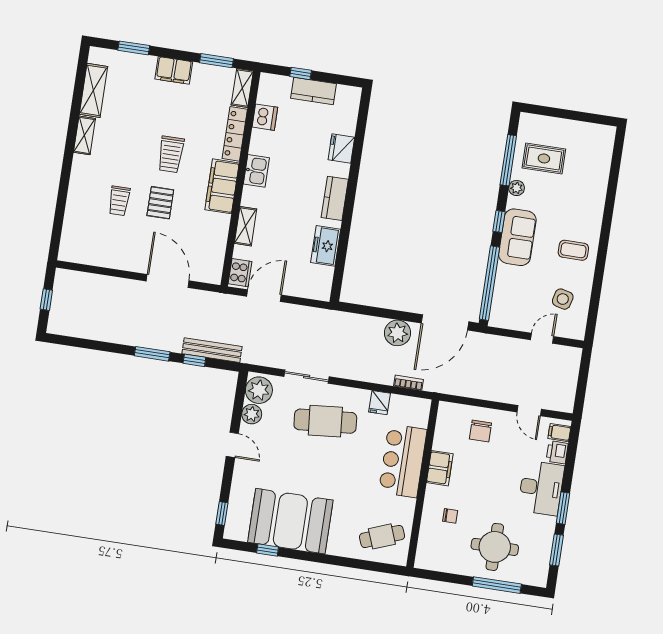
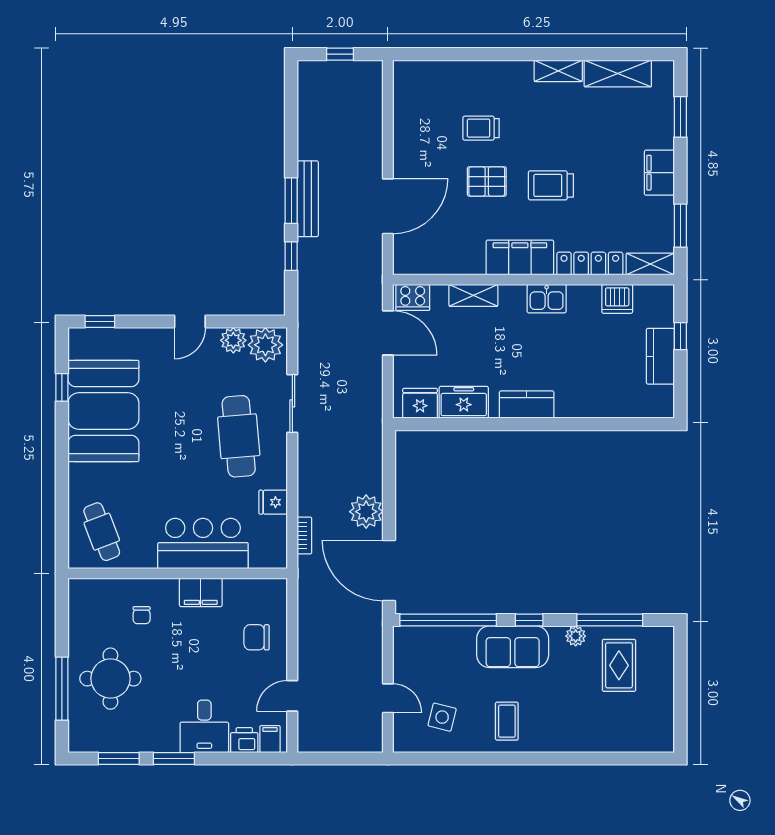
fridge: (341, 148) -> (420, 403), moved
bench: (212, 350) -> (308, 199), moved
desk: (541, 488) -> (204, 726), width x0.73

